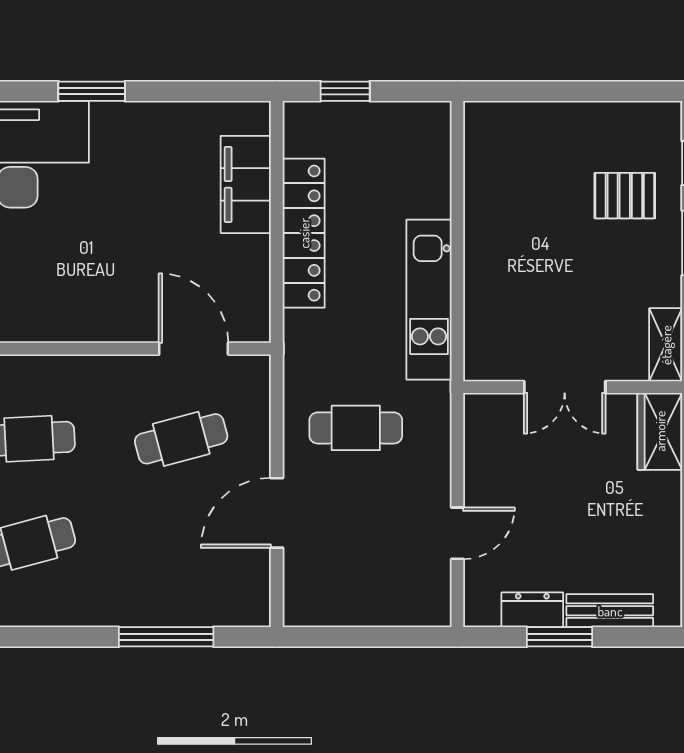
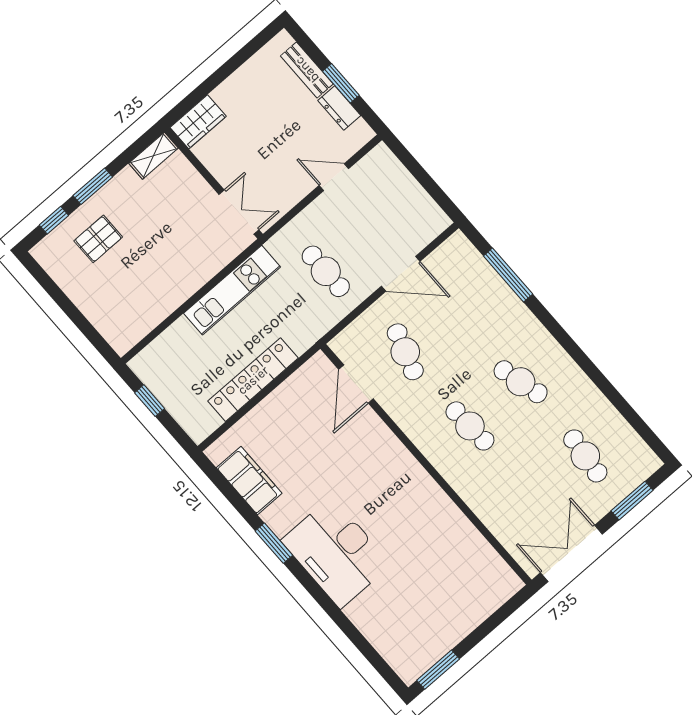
window: (345, 91) -> (150, 401), moved
filing cabinet: (246, 184) -> (249, 481), moved, turned -90
pallet: (625, 196) -> (98, 239), turned 90
double door: (565, 387) -> (239, 212), moved
cafe table: (181, 439) -> (405, 352), turned 33

